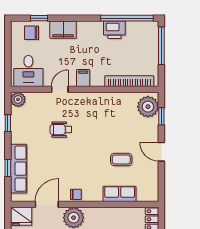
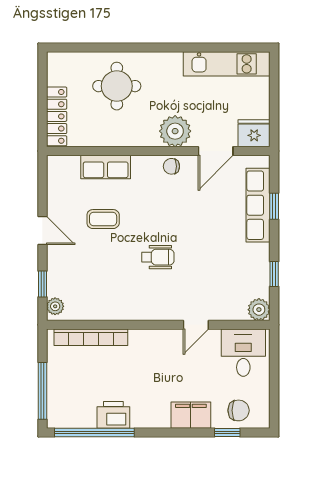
filing cabinet: (83, 78) -> (161, 342), removed
plant: (148, 107) -> (55, 306), width x0.53, depth x0.53
wheelchair: (61, 130) -> (158, 257), moved

